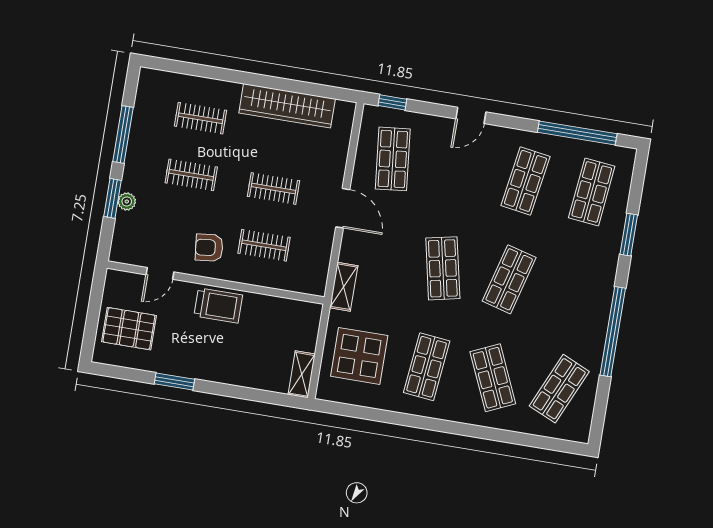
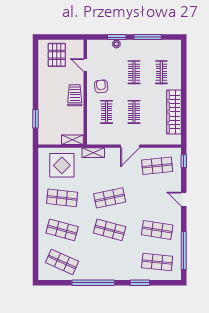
trolley: (218, 305) -> (75, 95), turned 180
shelving: (302, 374) -> (72, 140), moved
shop shelf: (493, 378) -> (62, 230), turned 39
window: (174, 382) -> (35, 119), moved

